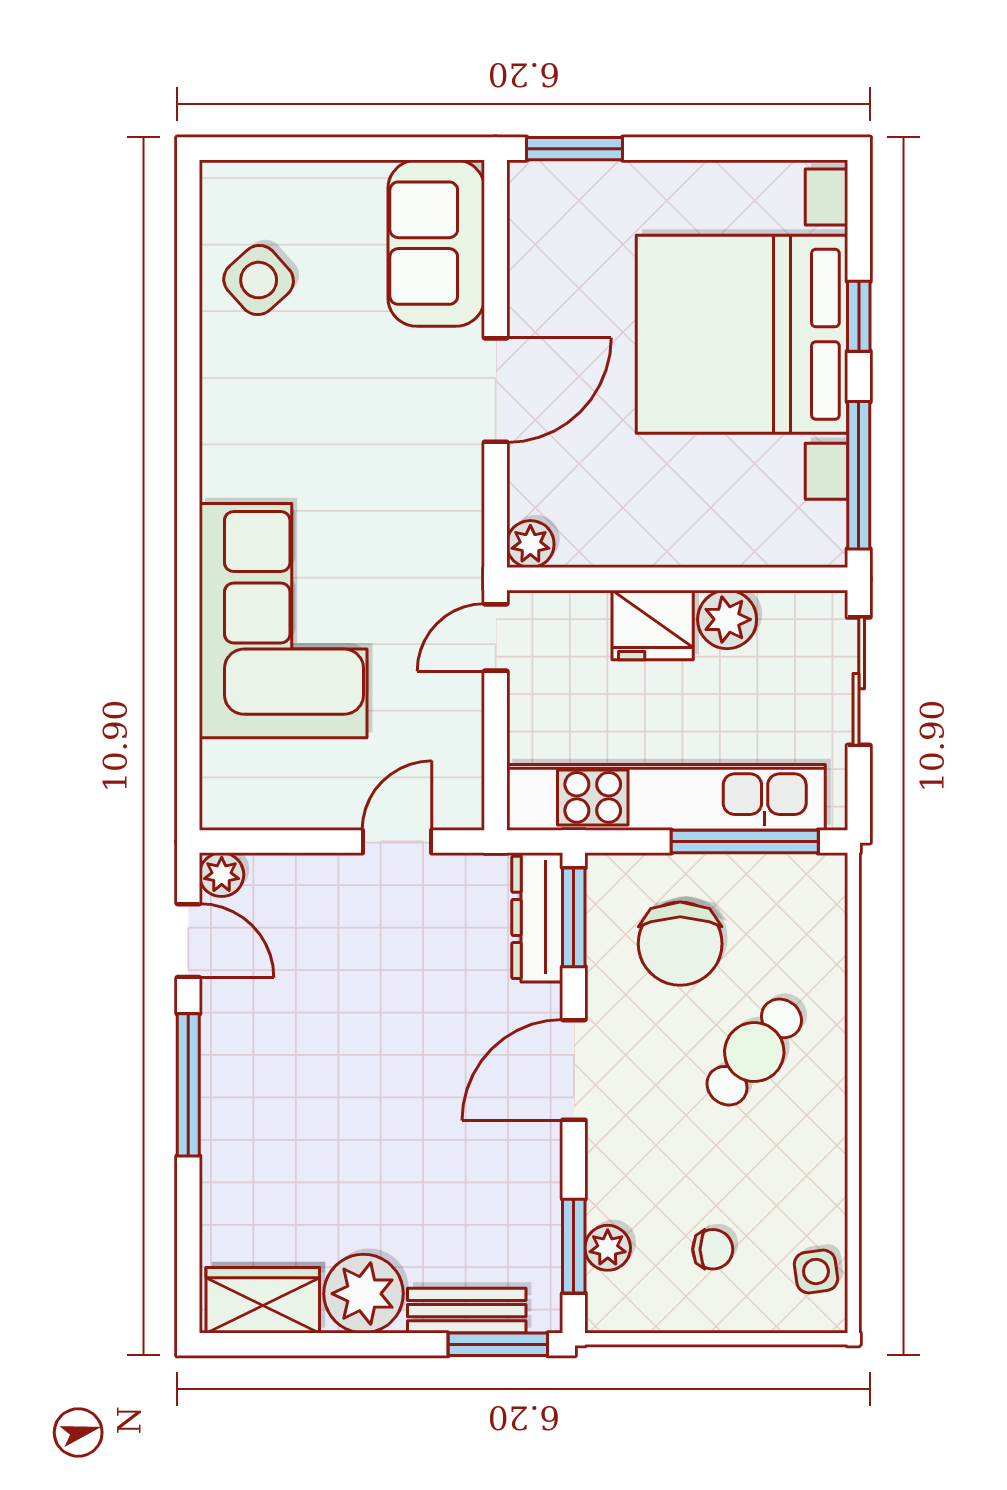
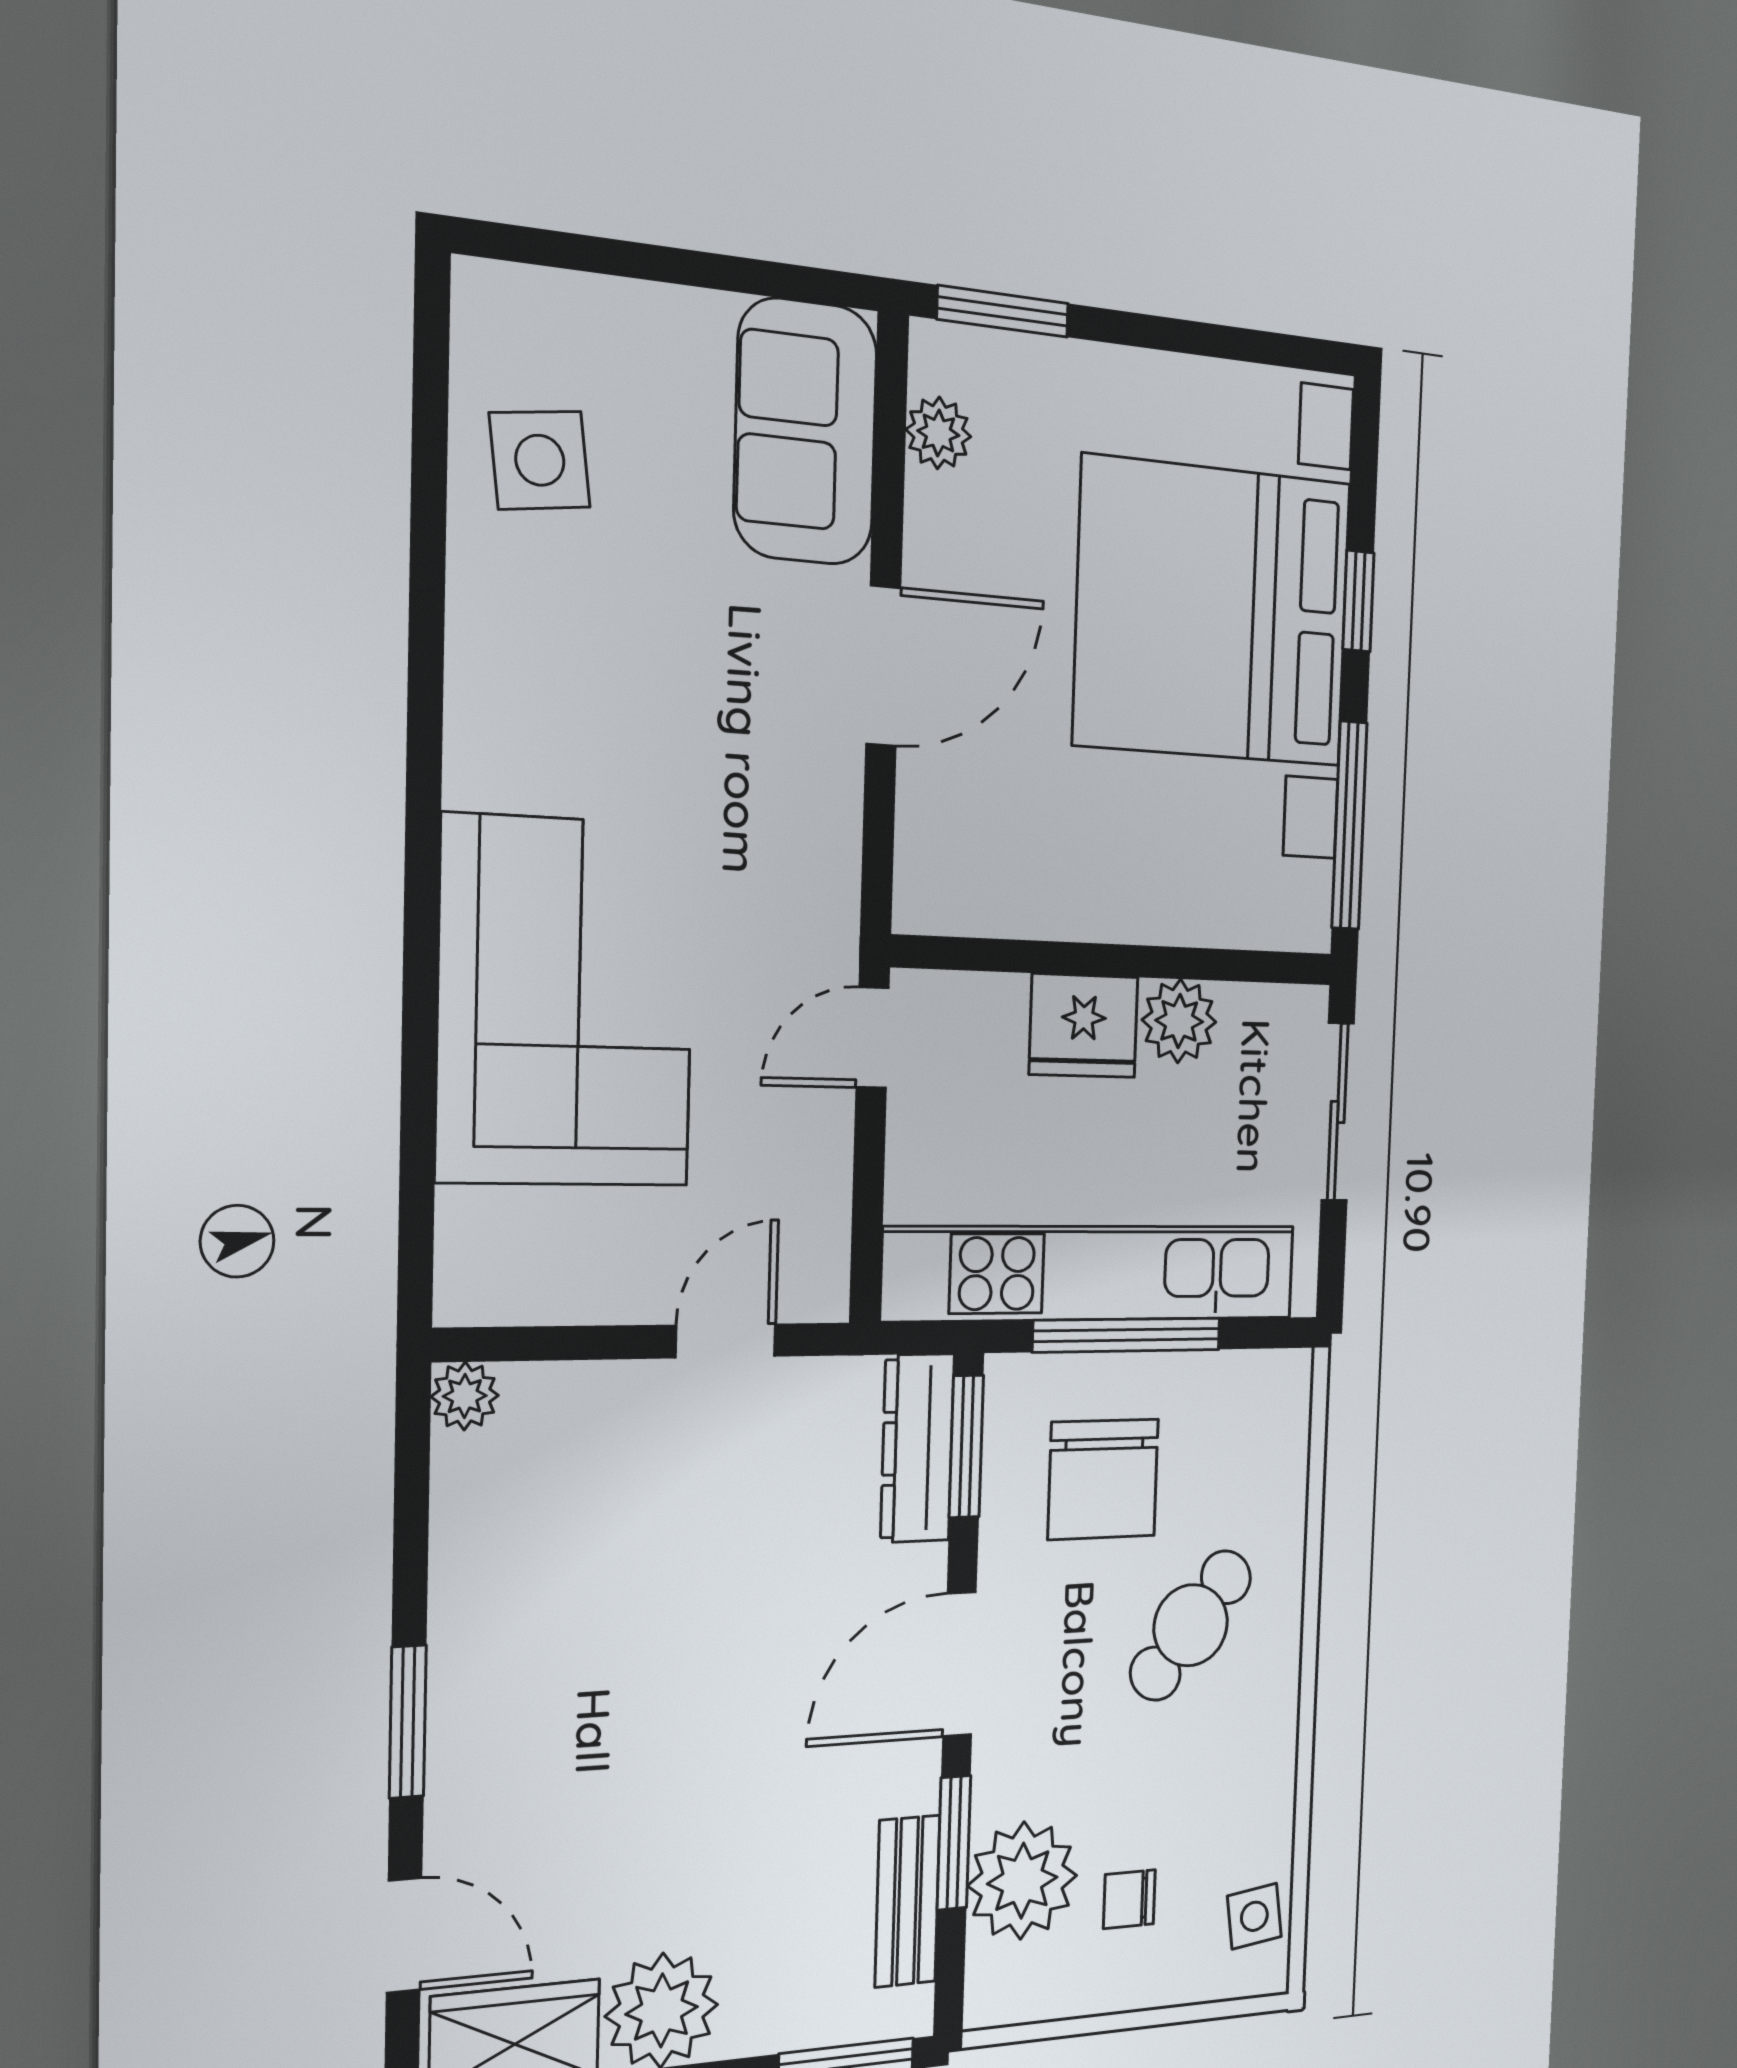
side table: (259, 280) -> (540, 460), turned 35
plant: (530, 544) -> (938, 433), moved
window: (745, 841) -> (1127, 1335), moved
door: (188, 941) -> (404, 1935), moved
window: (188, 1085) -> (408, 1722), width x0.69
window: (574, 1246) -> (954, 1843), moved
plant: (608, 1248) -> (1022, 1881), width x1.87, depth x1.87
chair: (713, 1249) -> (1129, 1899), turned 180
bench: (467, 1311) -> (907, 1901), moved, turned 90

